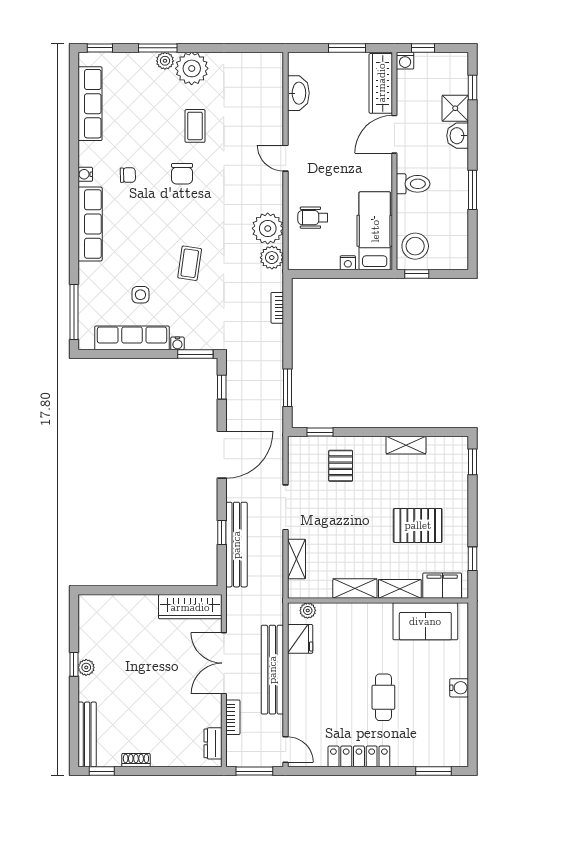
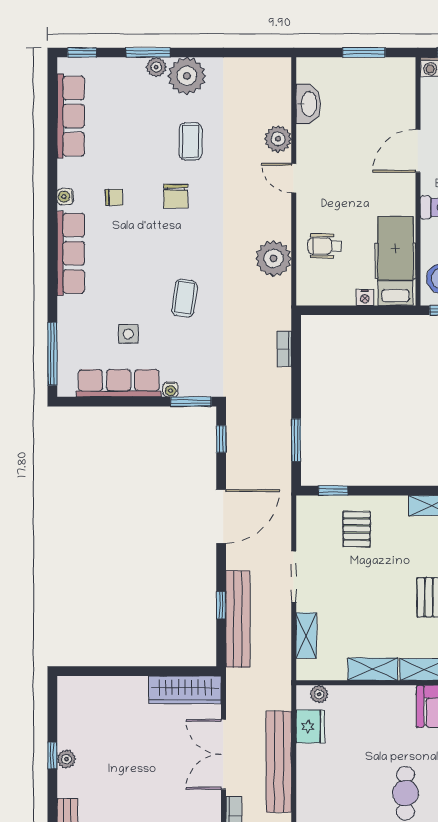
wardrobe: (381, 83) -> (402, 93), removed
plant: (272, 258) -> (278, 139), moved

